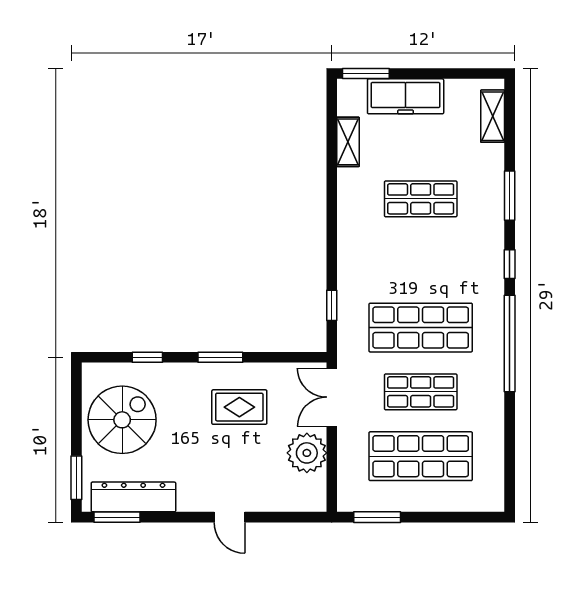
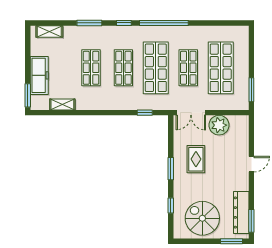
shop shelf: (421, 263) -> (123, 68), added

